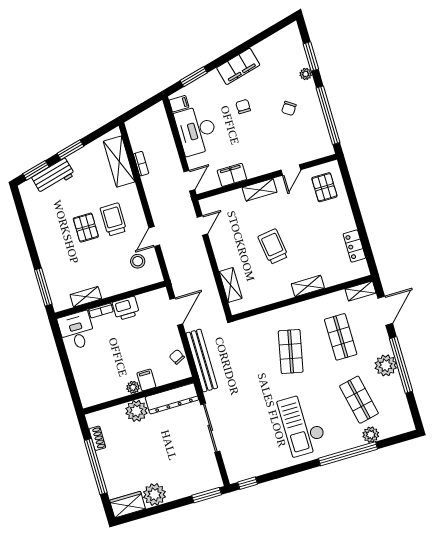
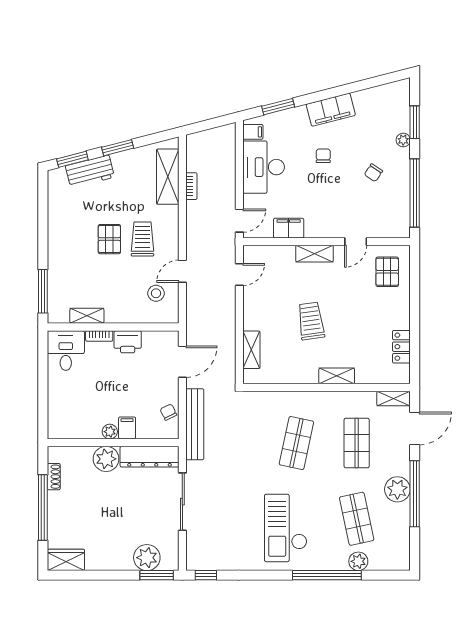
plant: (154, 495) -> (147, 558), moved

